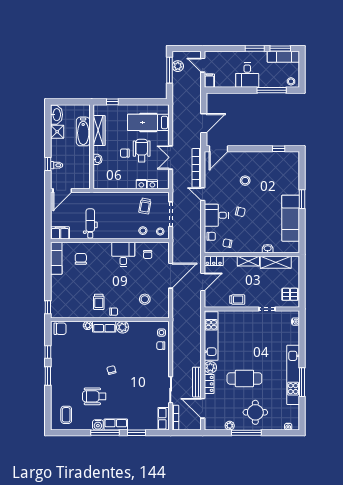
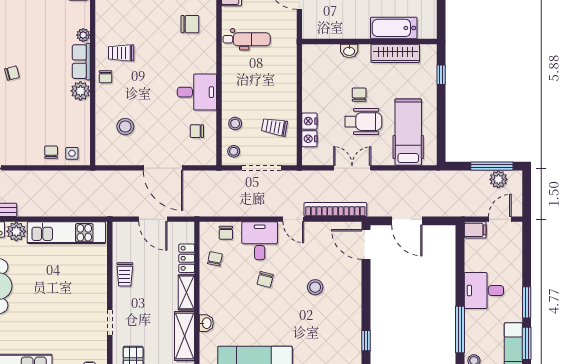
door: (203, 194) -> (293, 219), swing flipped
locker: (214, 261) -> (187, 258), moved

